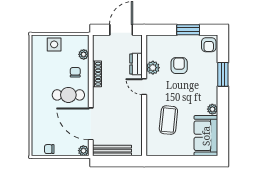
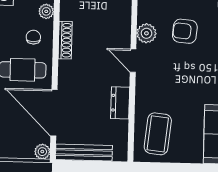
dresser: (136, 64) -> (120, 103), moved
armchair: (179, 66) -> (185, 31), turned -85
coffee table: (168, 120) -> (158, 134), moved

